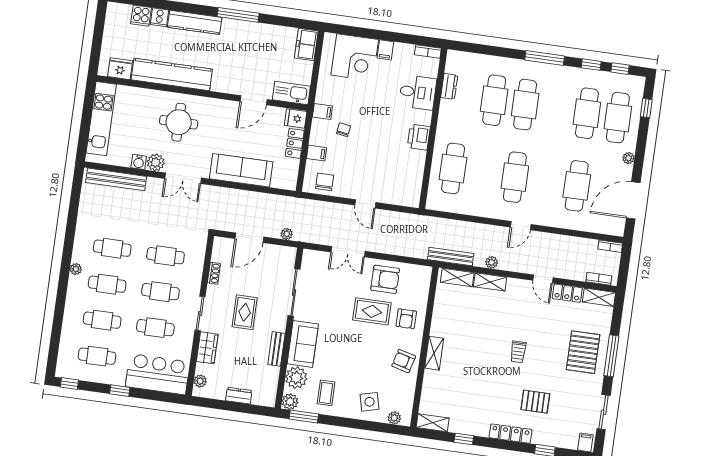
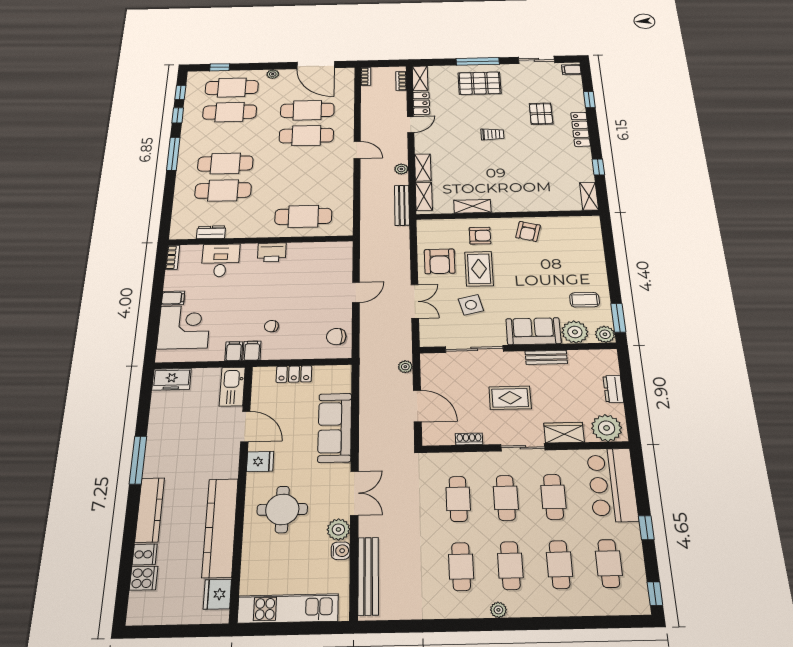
fridge: (296, 119) -> (260, 461), moved, turned -90
filing cabinet: (317, 153) -> (234, 351), moved
cafe table: (515, 177) -> (306, 136), moved
armchair: (385, 279) -> (440, 261), turned 180
shelving: (434, 353) -> (472, 206), moved
plant: (200, 381) -> (607, 428), width x1.88, depth x1.88
side table: (370, 402) -> (471, 305), moved
plant: (394, 418) -> (594, 231), removed

